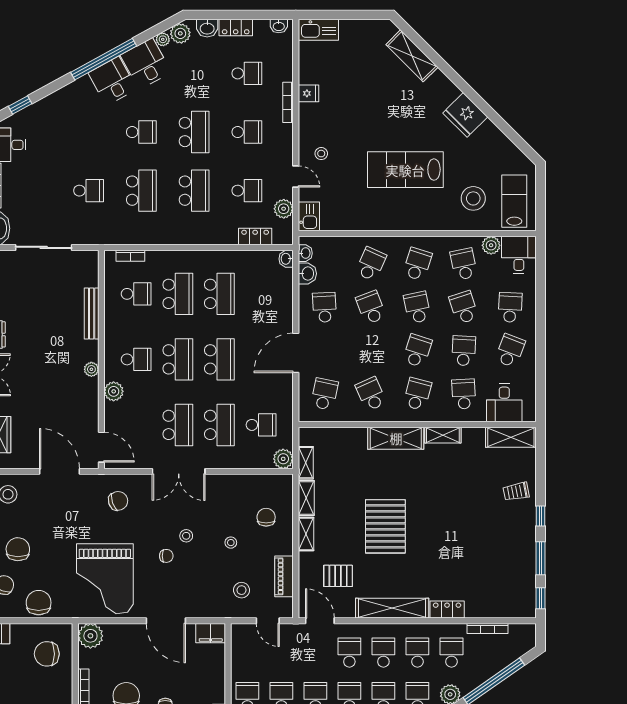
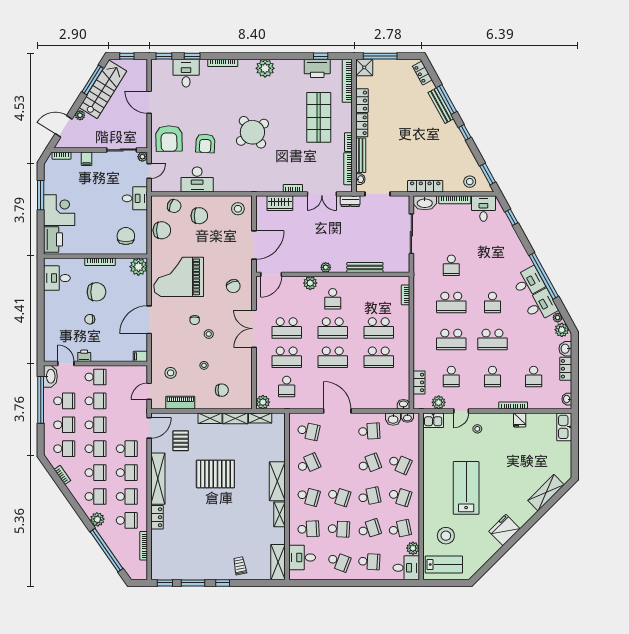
school desk: (136, 294) -> (379, 299), removed
filing cabinet: (211, 633) -> (140, 356), width x0.50

